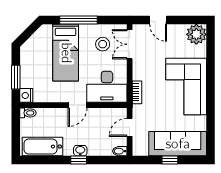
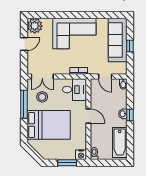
window: (78, 20) -> (24, 104), moved
door: (158, 20) -> (24, 44), moved
bed: (66, 53) -> (49, 125), width x1.50
desk: (107, 87) -> (74, 90), width x0.73

